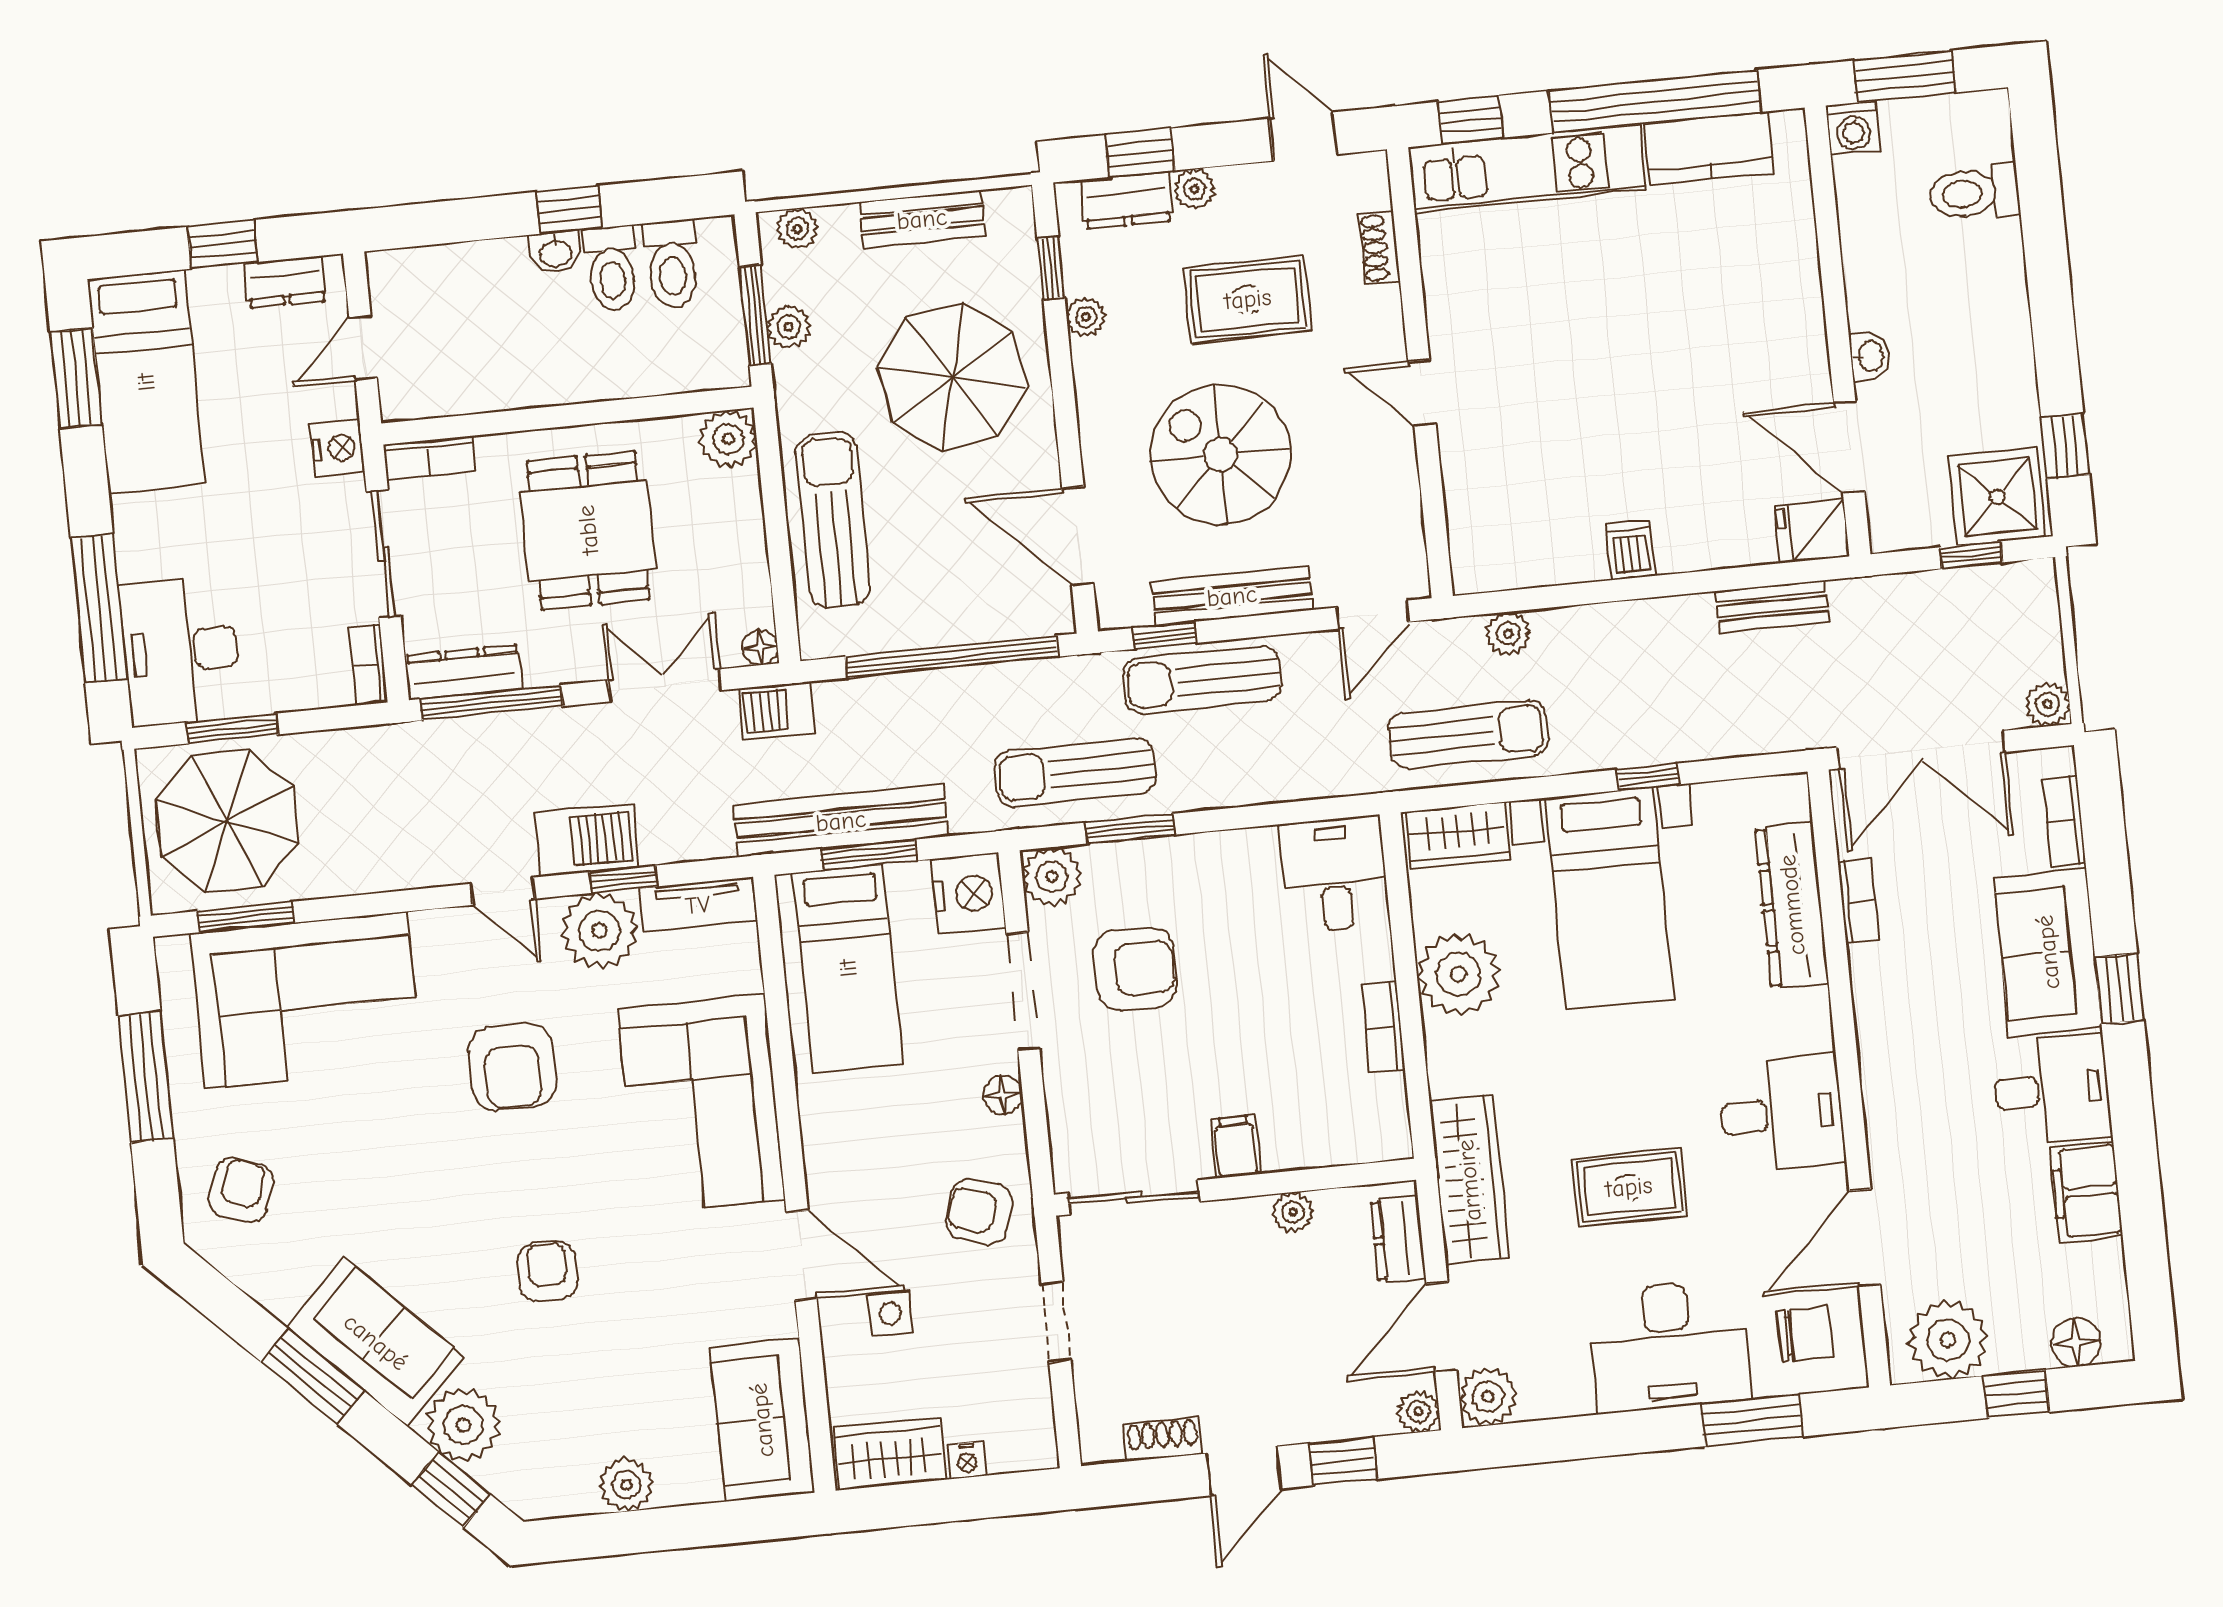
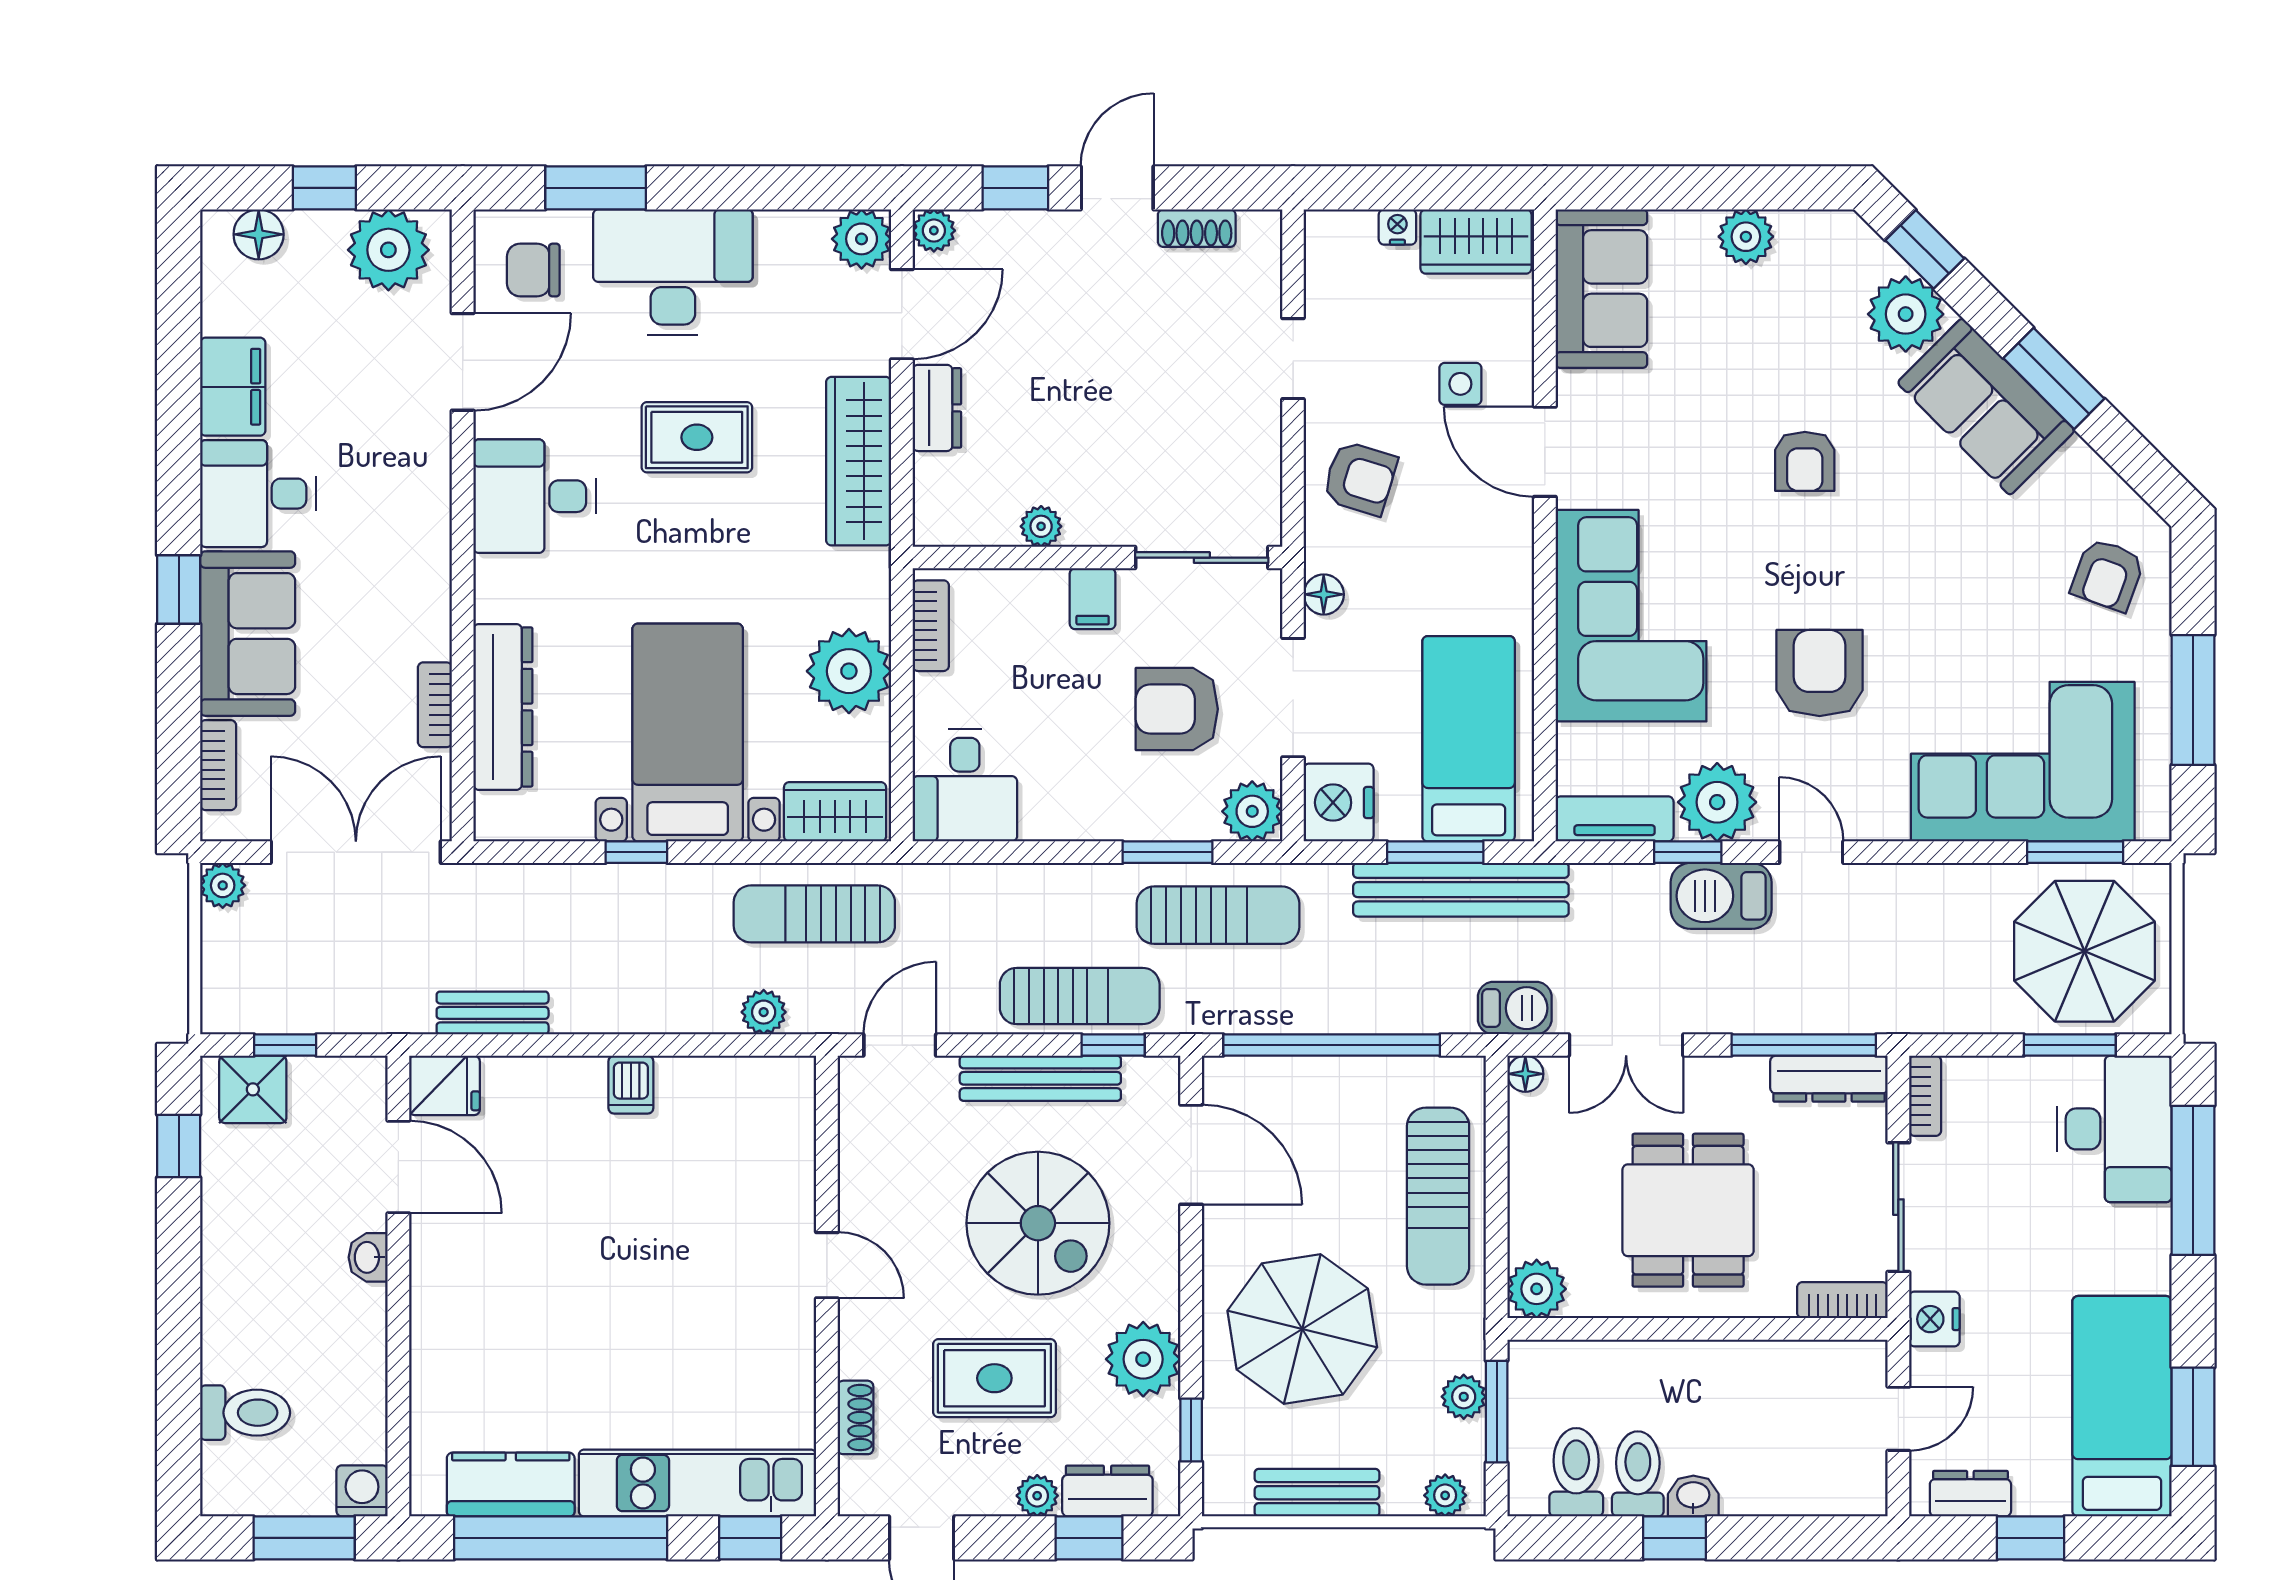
plant: (1086, 317) -> (1143, 1359), width x1.87, depth x1.87
shower: (1997, 497) -> (253, 1089), width x0.73, depth x0.73
filing cabinet: (1236, 1147) -> (1093, 599), moved
wall: (1235, 1187) -> (1097, 558), moved
sliding door: (1133, 1197) -> (1202, 558), moved
plant: (1293, 1212) -> (1041, 526), moved

